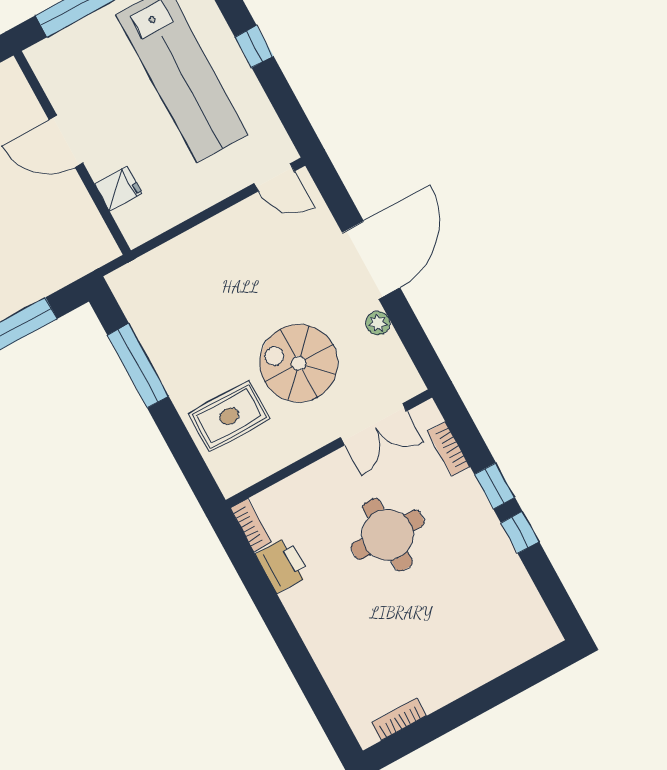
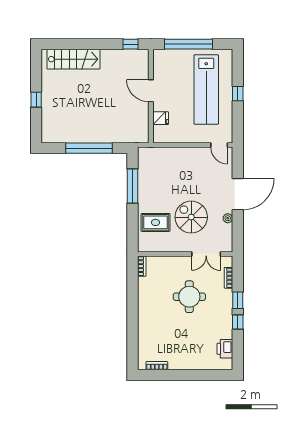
printer: (282, 565) -> (225, 349), moved, turned 180

